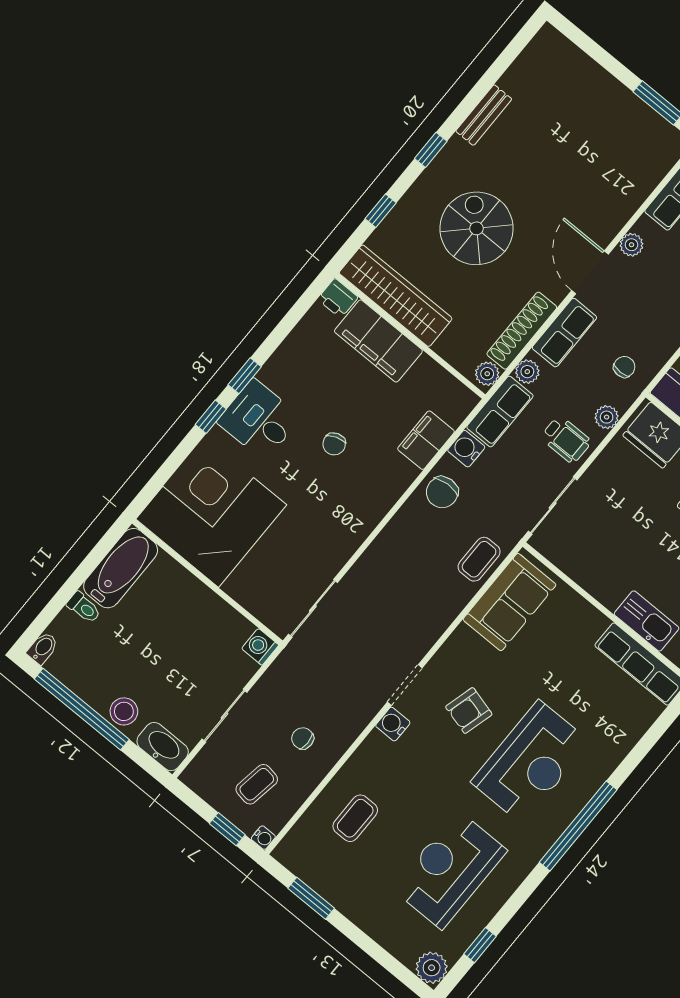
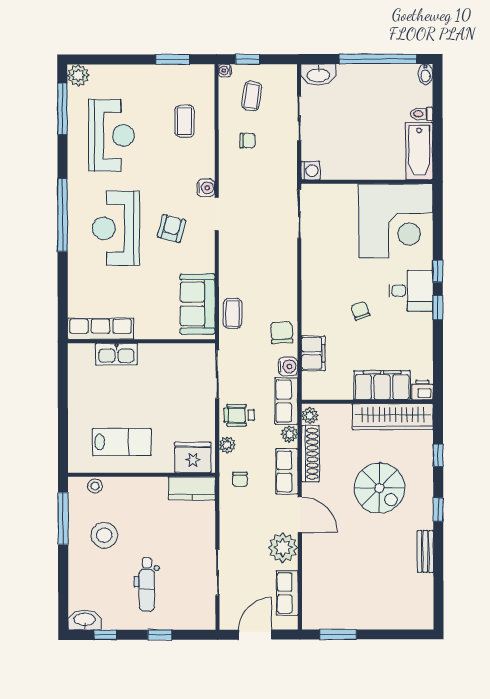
plant: (632, 245) -> (283, 548), width x1.88, depth x1.88
stool: (124, 711) -> (354, 76), removed
window: (480, 945) -> (62, 109), width x2.17

